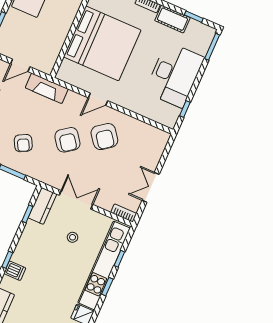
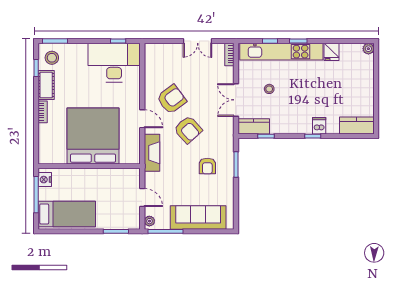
stool: (197, 36) -> (52, 58), added
desk: (175, 75) -> (114, 63), moved
fireplace: (47, 88) -> (152, 153), moved
armchair: (67, 140) -> (188, 130), turned 84
armchair: (23, 143) -> (207, 166), turned 118

